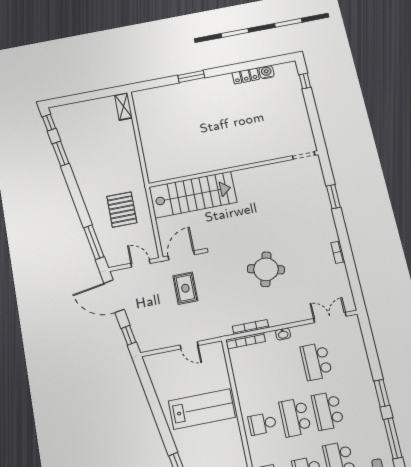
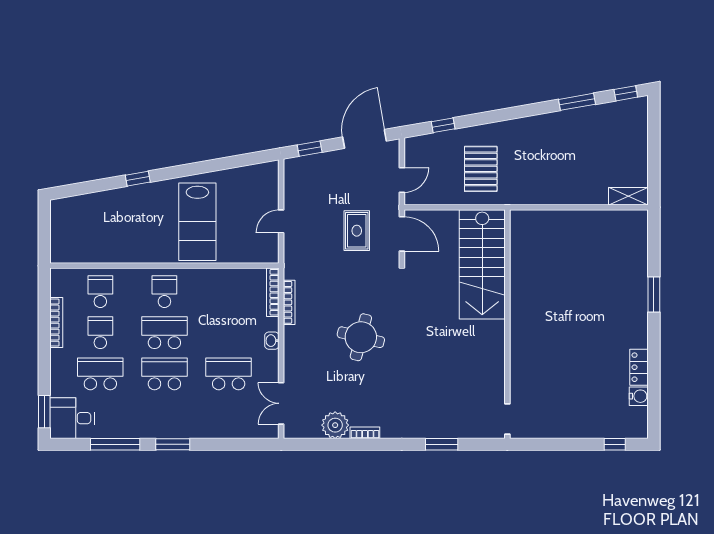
pallet: (122, 210) -> (481, 169), turned 90
window: (94, 242) -> (443, 125), width x0.46
plant: (337, 275) -> (335, 425), added
rug: (185, 288) -> (357, 231), turned 90
double door: (330, 317) -> (281, 403), swing flipped

